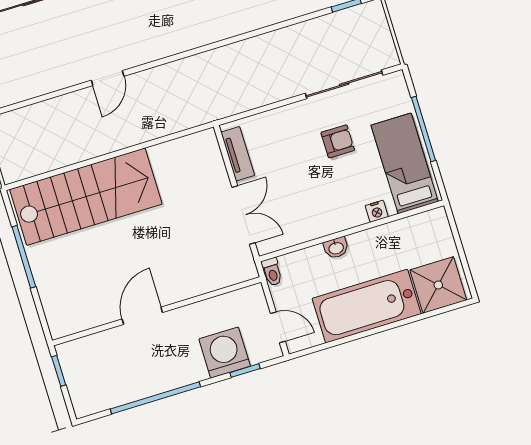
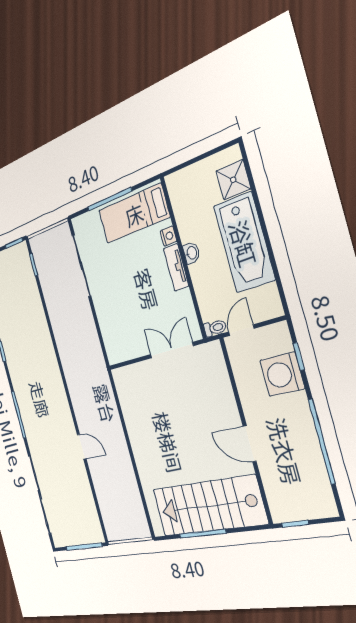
armchair: (338, 141) -> (119, 270), removed
tv unit: (238, 154) -> (176, 267), moved, turned -90
stairs: (86, 197) -> (208, 506), moved, turned -90
washbasin: (336, 248) -> (191, 253), moved
shower: (438, 285) -> (233, 180), width x0.73, depth x0.73
door: (278, 327) -> (241, 330), moved

